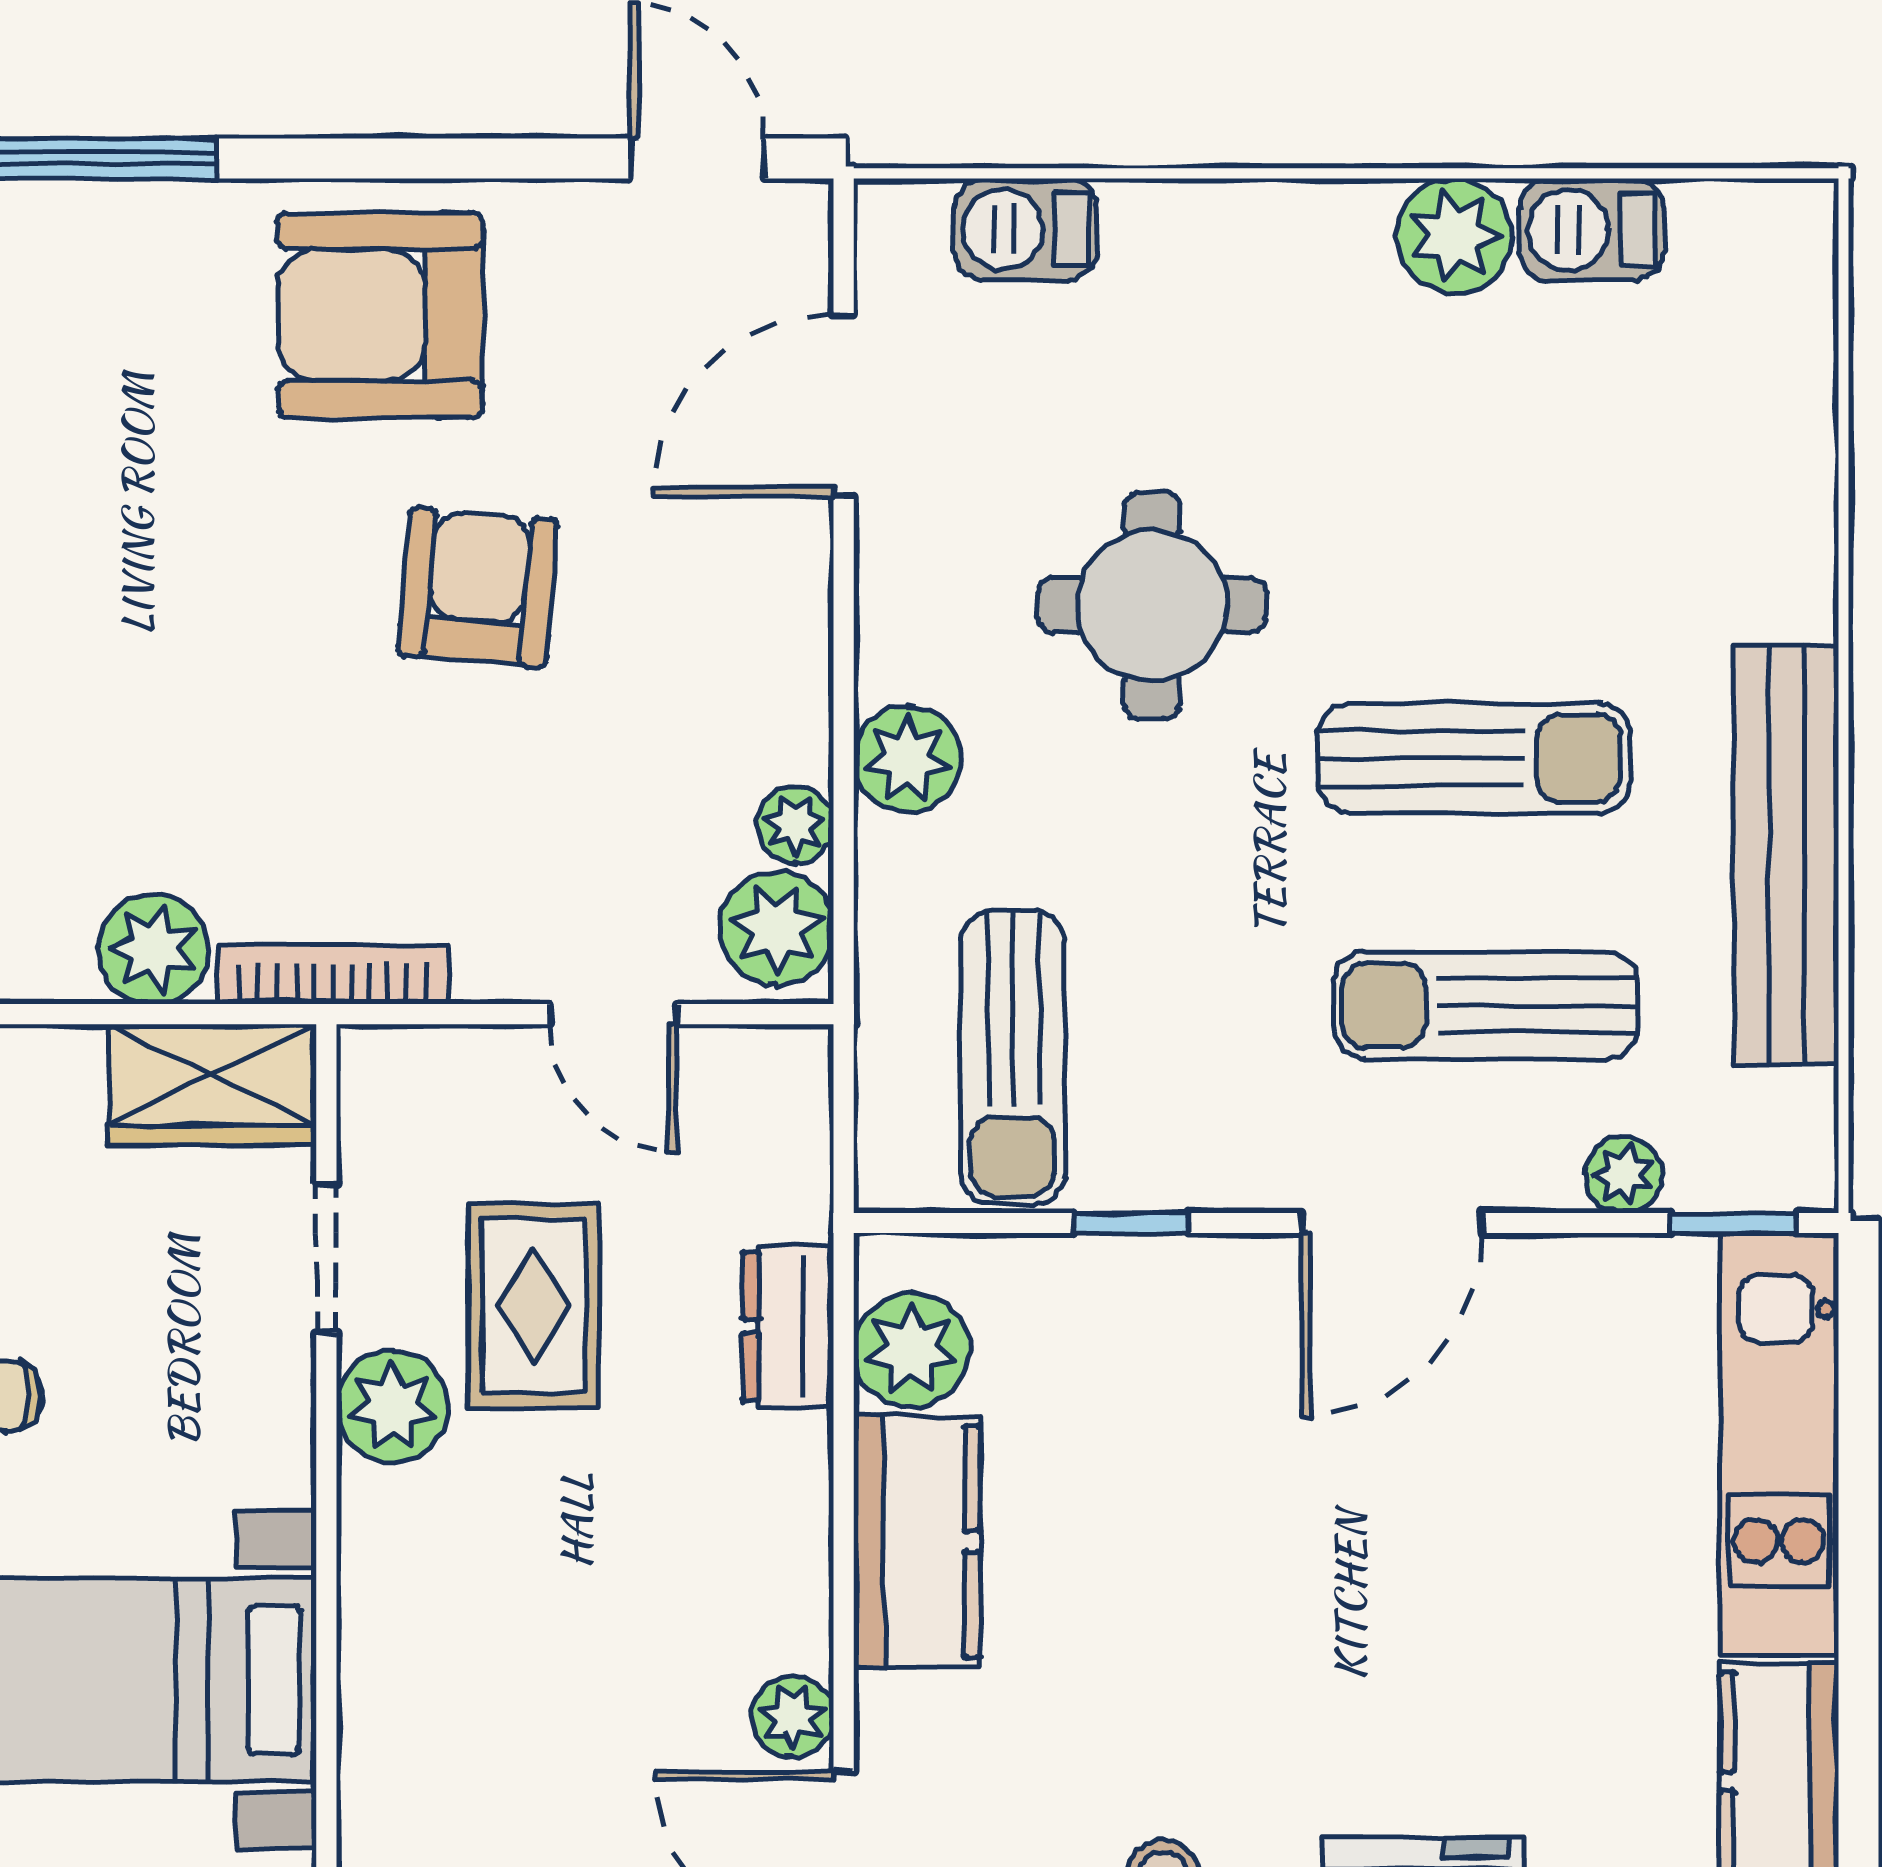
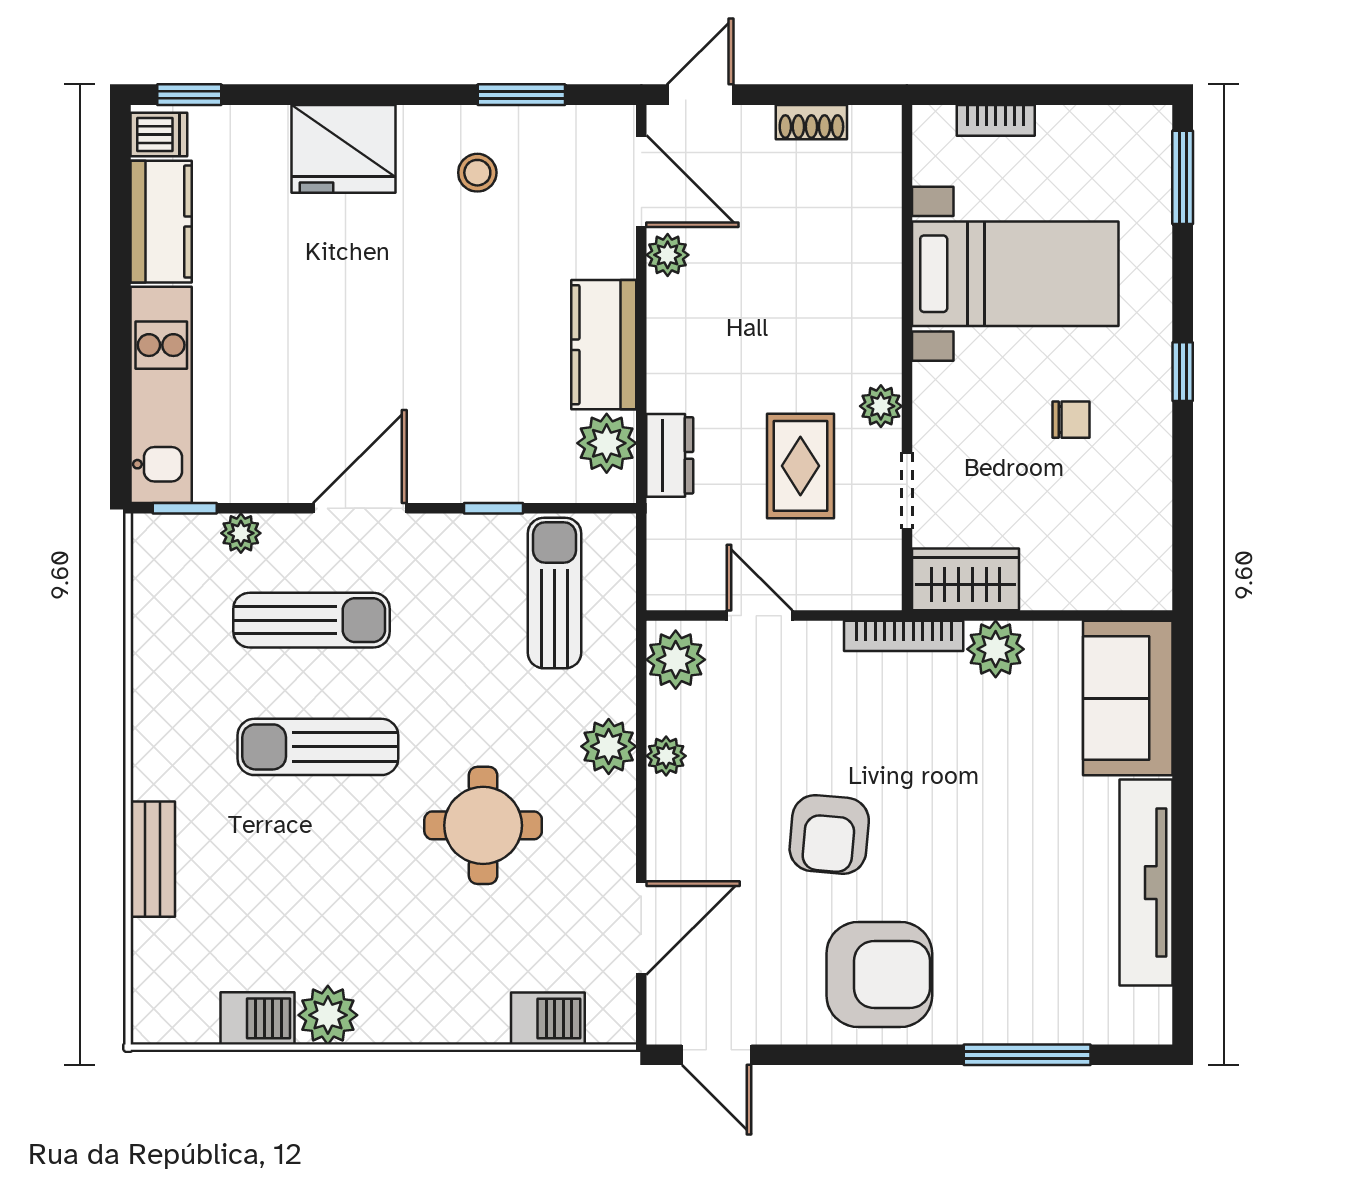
plant: (795, 825) -> (666, 756), moved
bench: (1786, 855) -> (153, 859), moved, width x0.54, depth x0.82
plant: (393, 1407) -> (881, 406), width x0.73, depth x0.73

